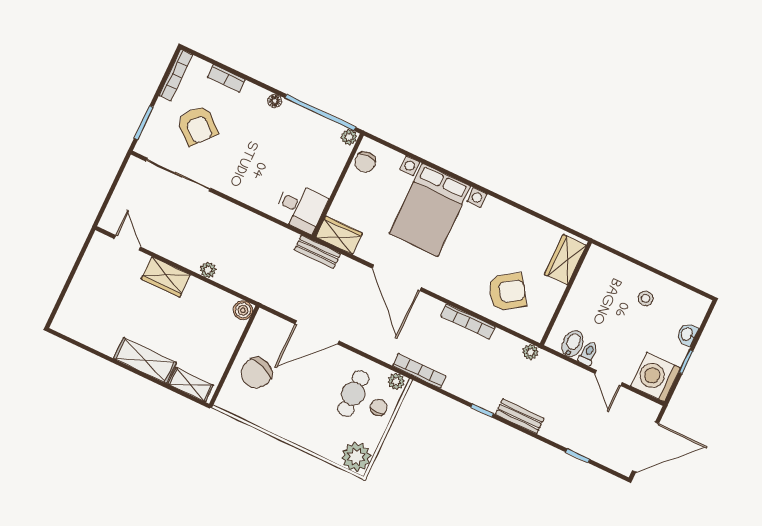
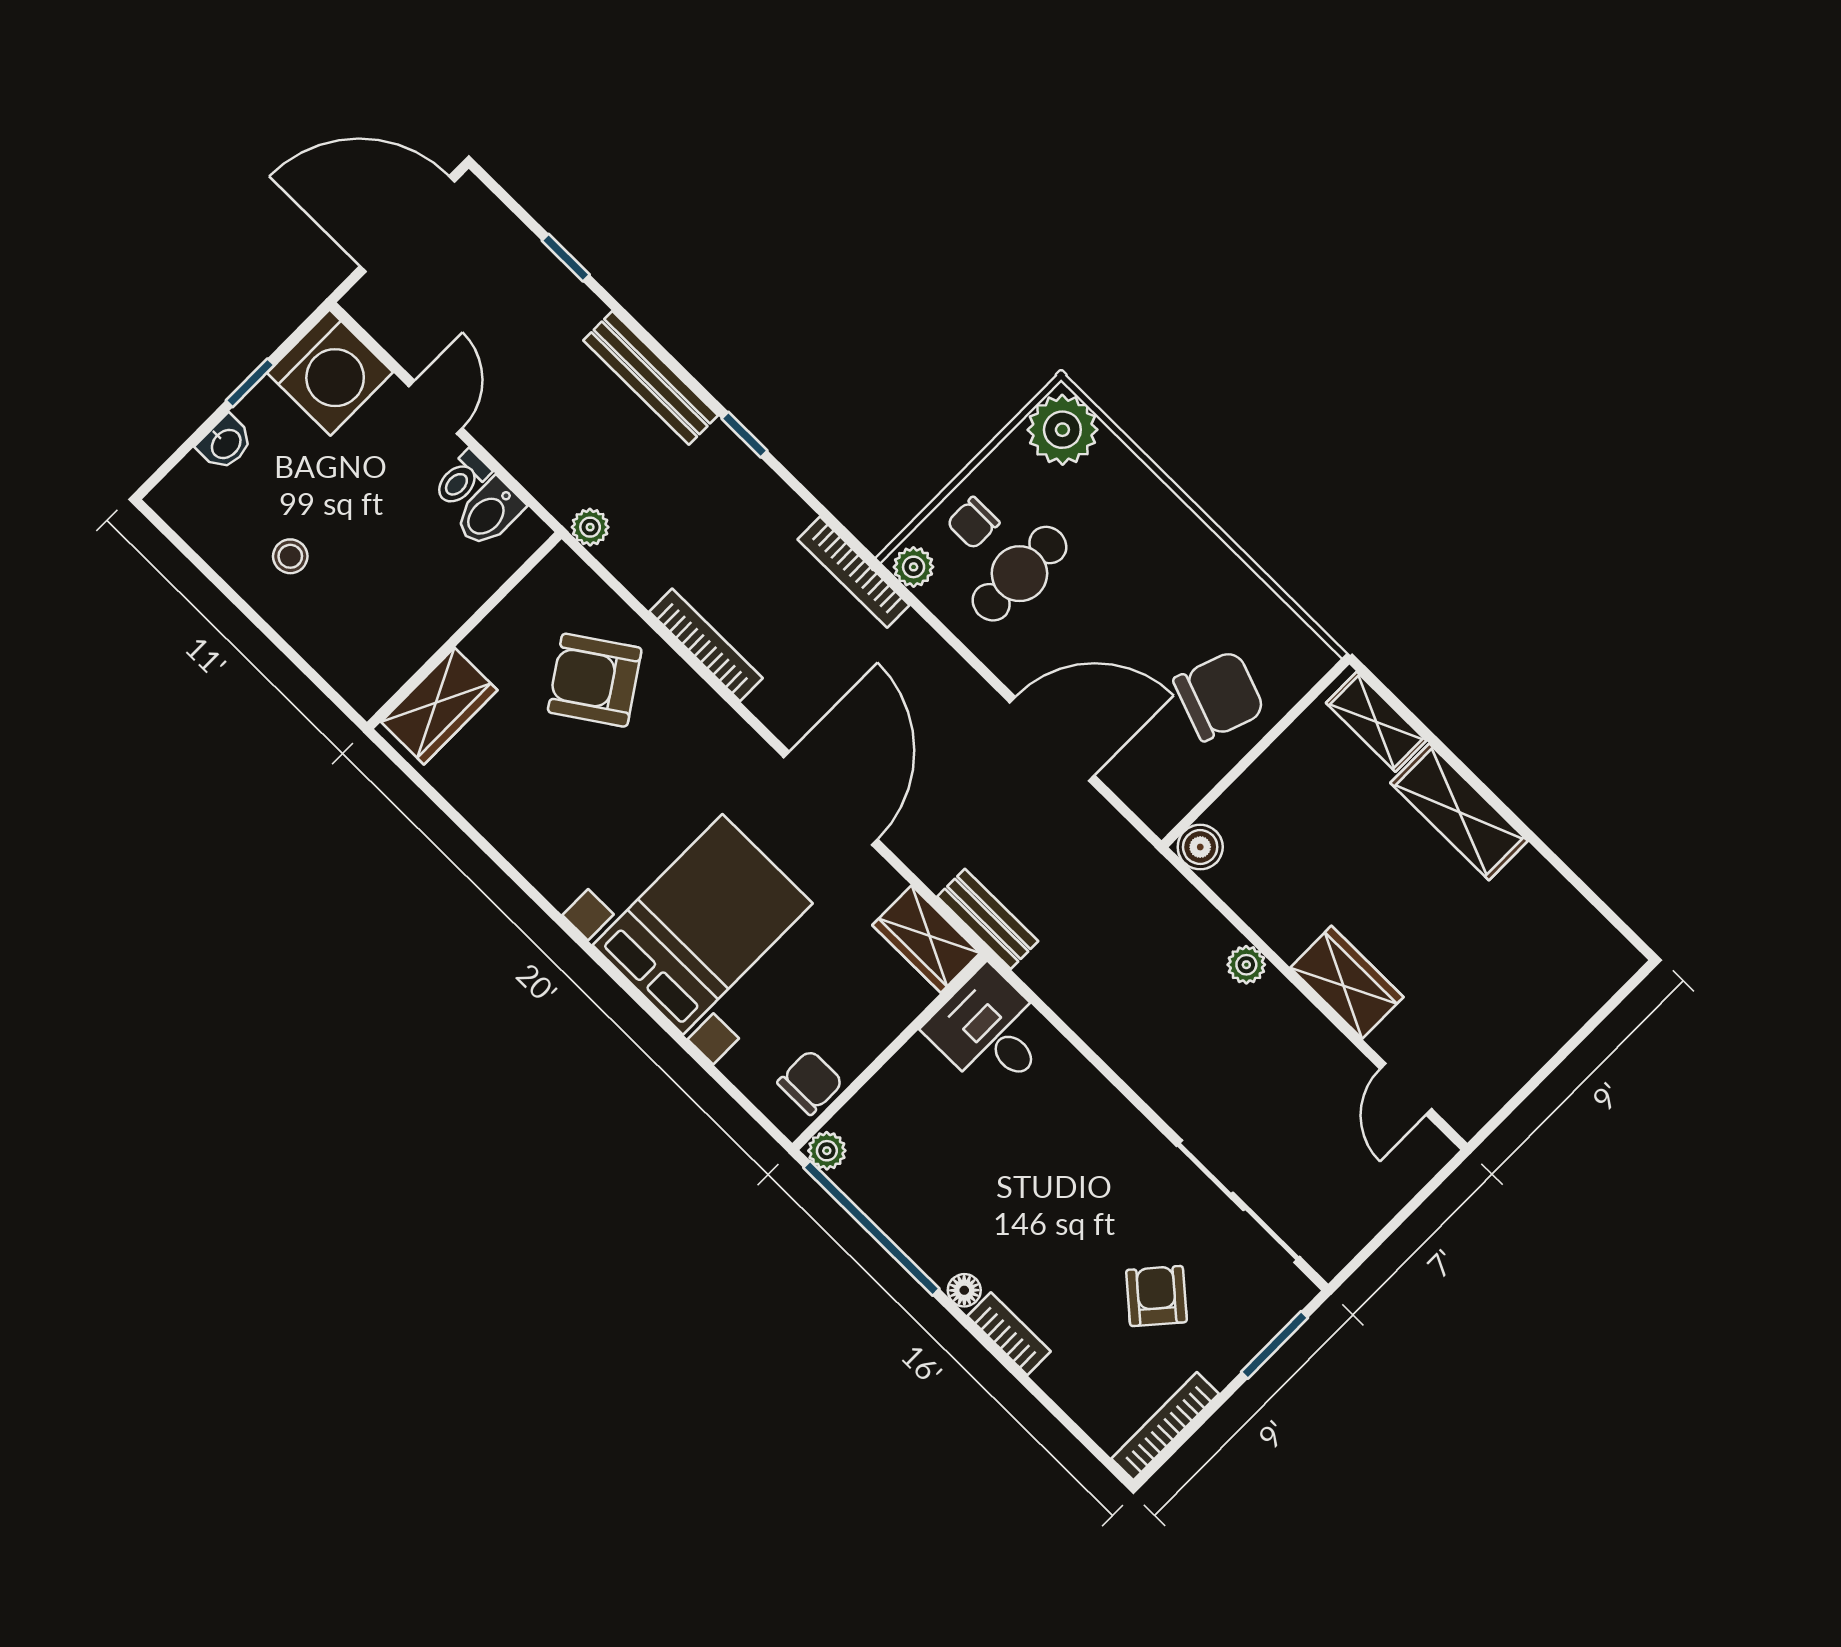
bookcase: (226, 78) -> (1009, 1334), moved
armchair: (197, 125) -> (1156, 1296), width x0.72, depth x0.72
bench: (520, 416) -> (651, 378), width x1.36

